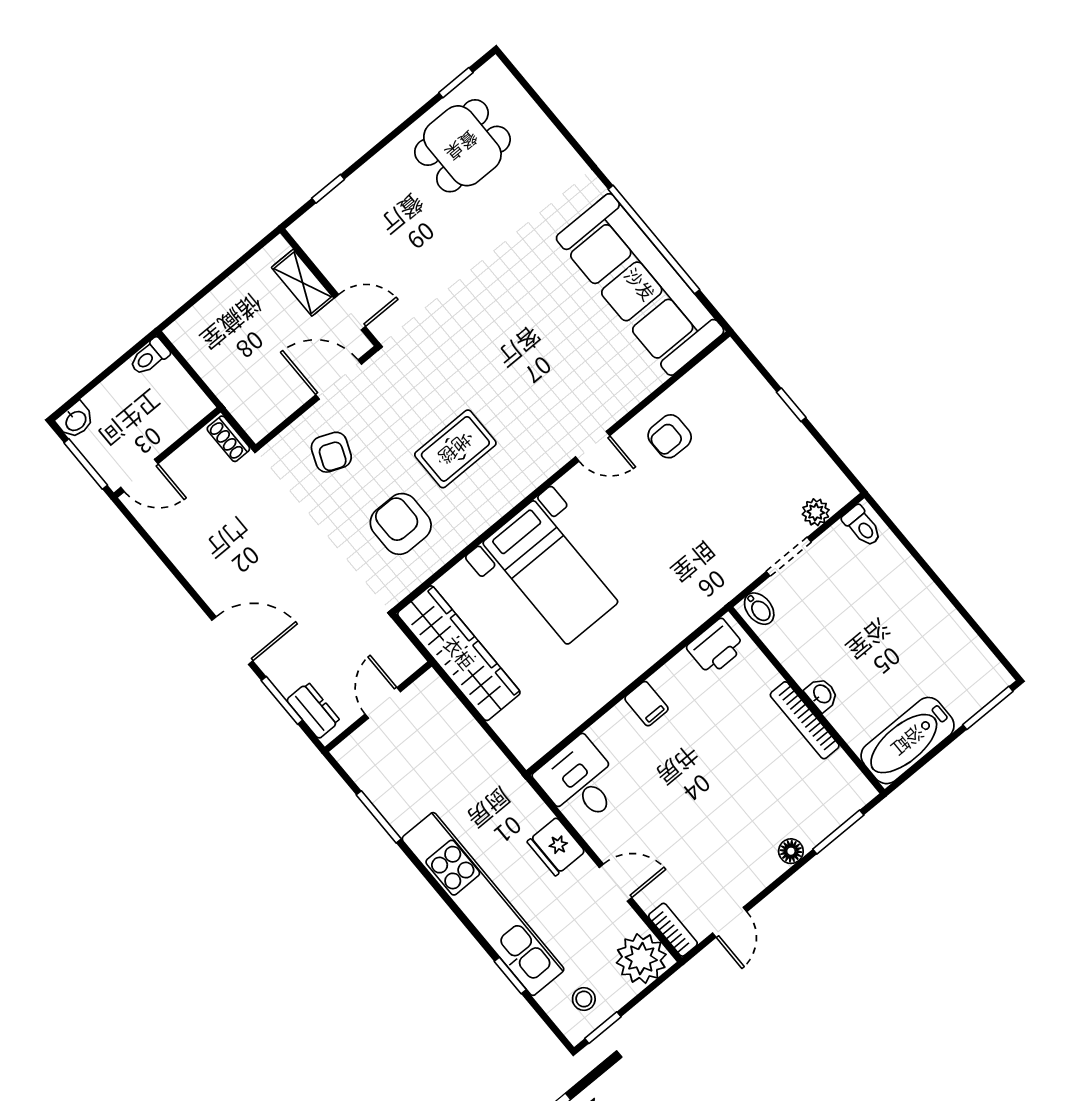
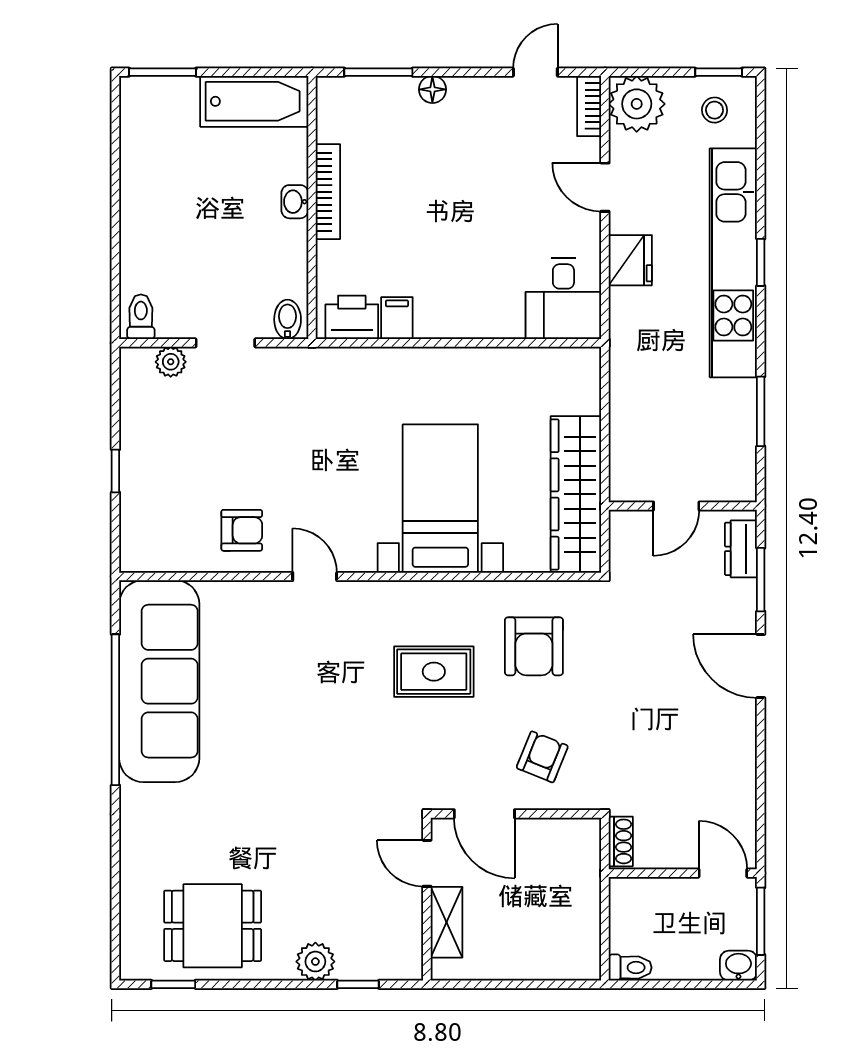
plant: (371, 180) -> (315, 962), added
filing cabinet: (646, 704) -> (397, 318), moved
window: (510, 975) -> (761, 262), moved

